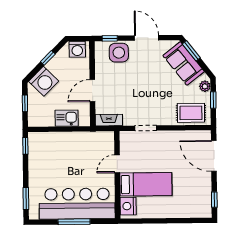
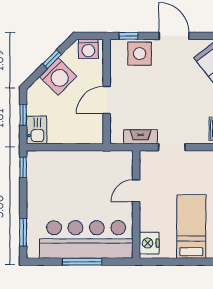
washing machine: (44, 81) -> (58, 76), moved
kitchen sink: (67, 118) -> (37, 130), moved, turned 90
fireplace: (109, 120) -> (140, 137), moved
bed: (146, 184) -> (191, 226), moved, turned -90

